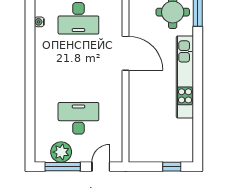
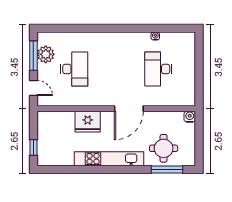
fridge: (141, 102) -> (88, 122), added

